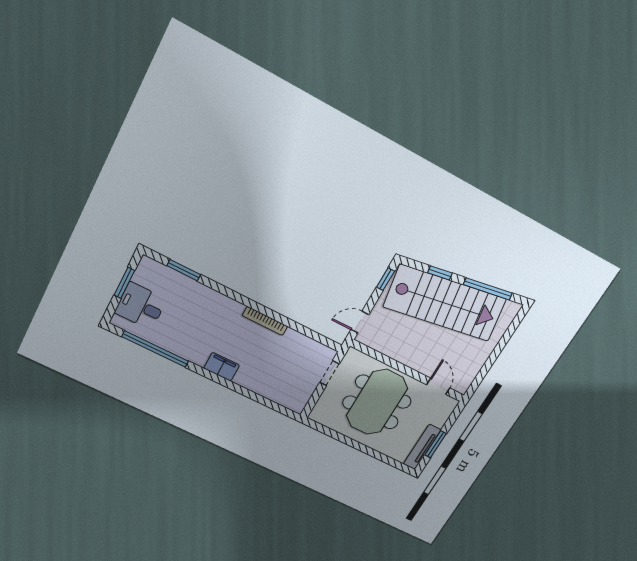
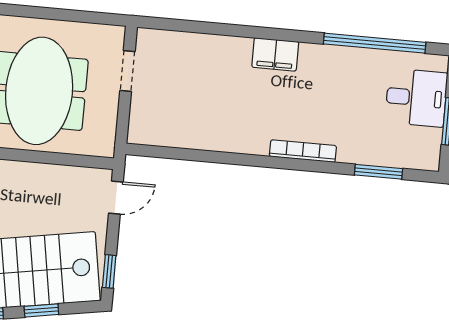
bookcase: (265, 321) -> (303, 151), moved
doorway: (329, 373) -> (127, 71), moved

